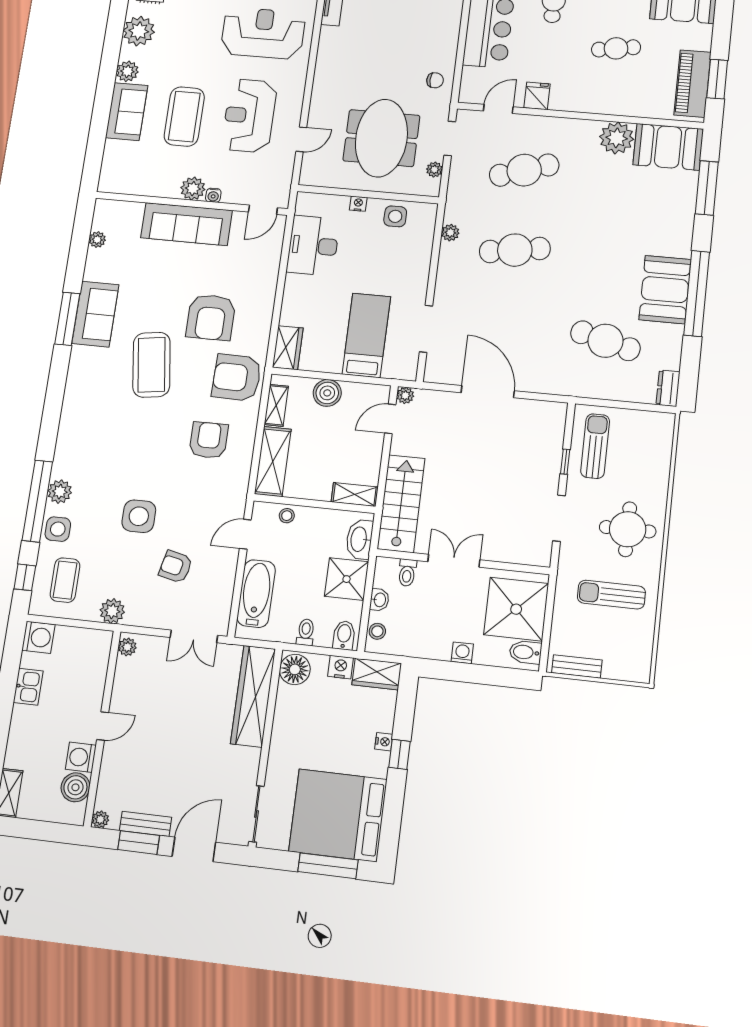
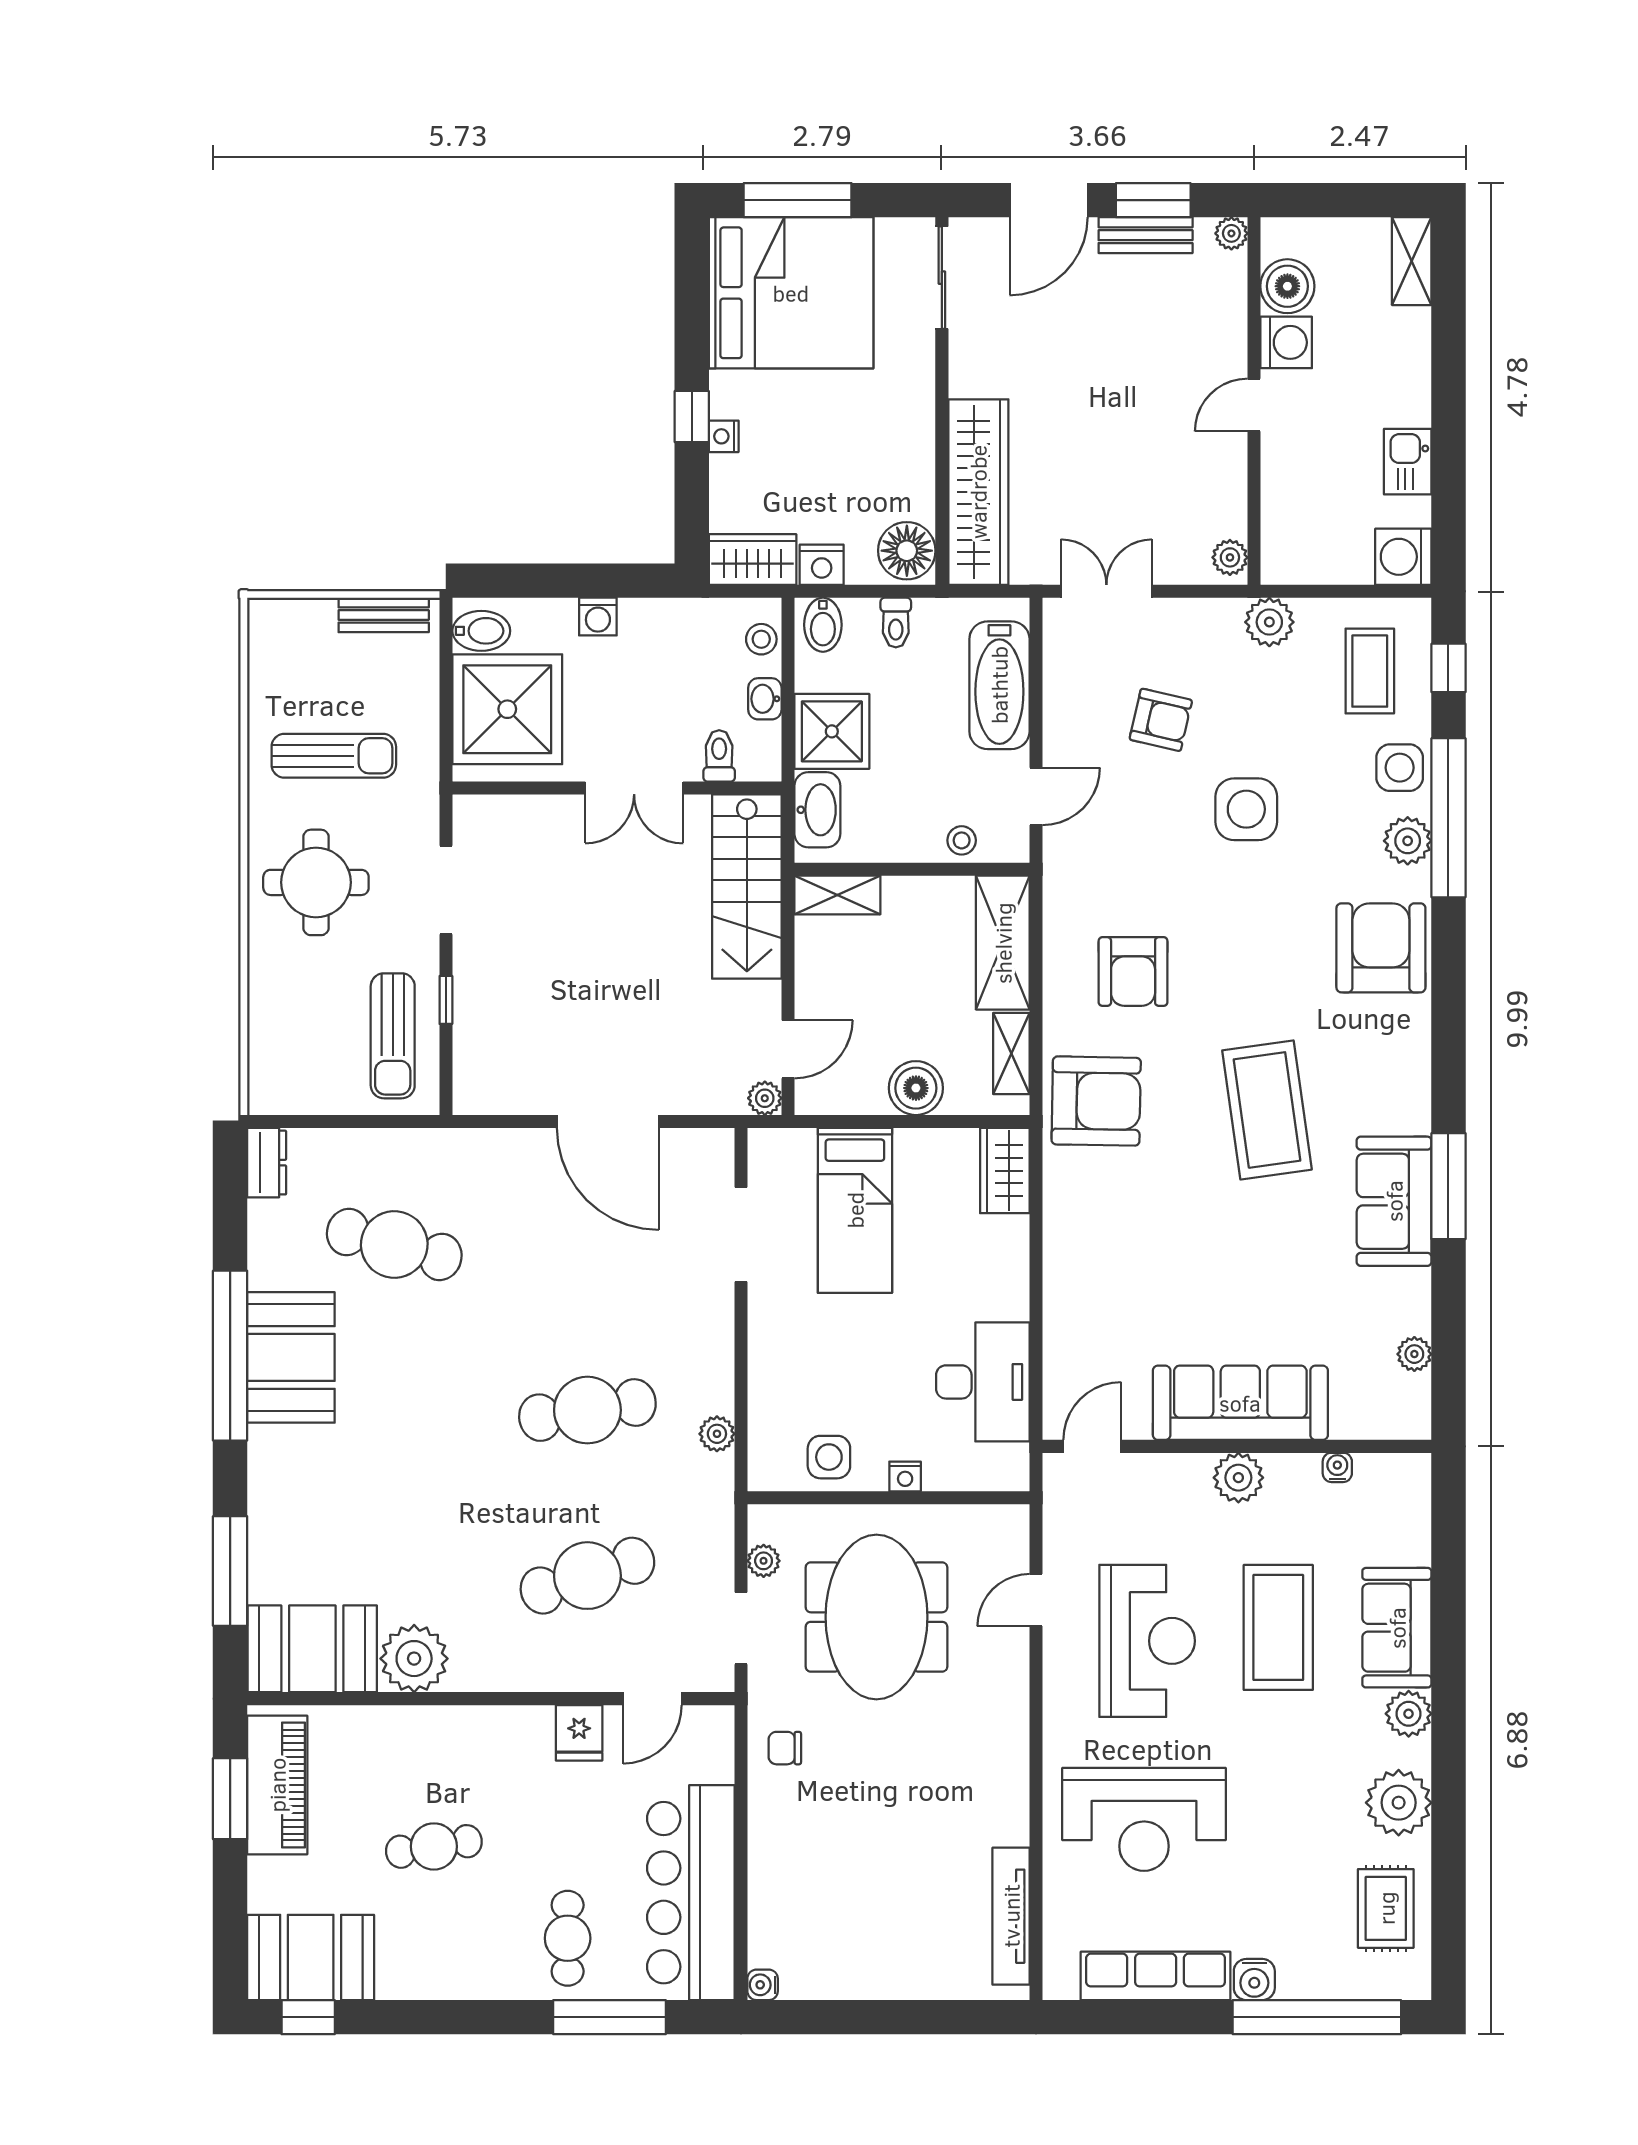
water cooler: (213, 195) -> (1337, 1467), moved
armchair: (211, 317) -> (1381, 948), moved

